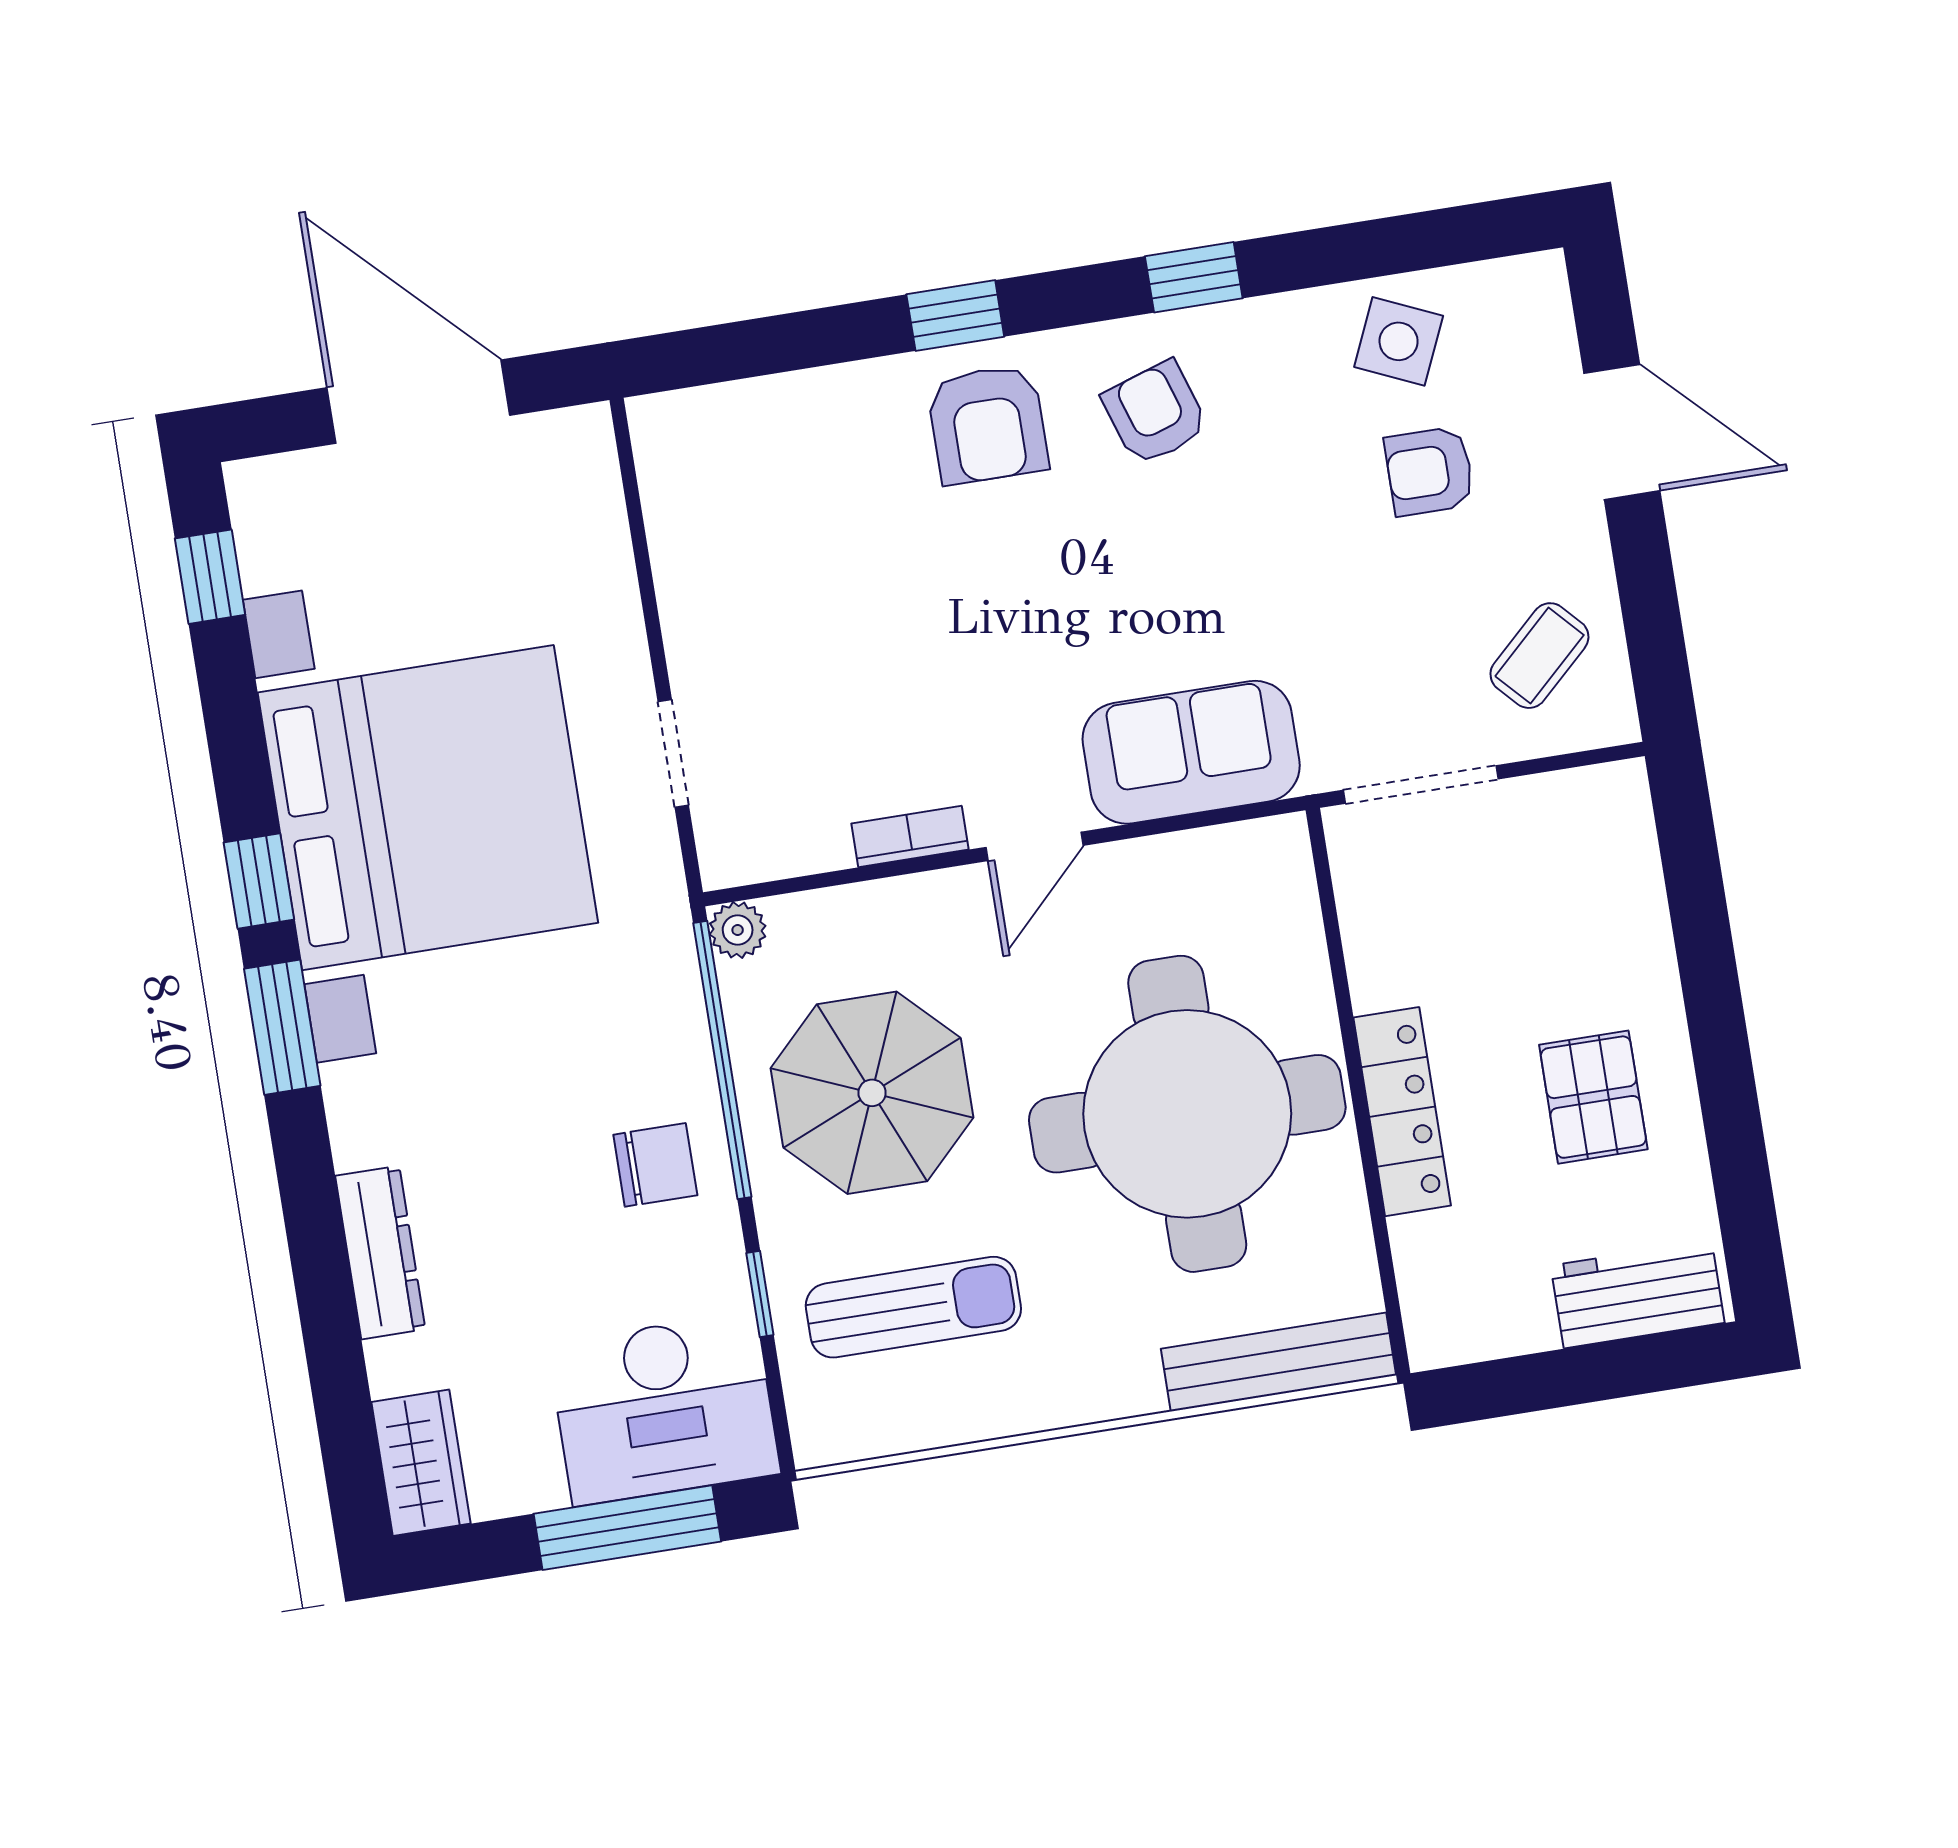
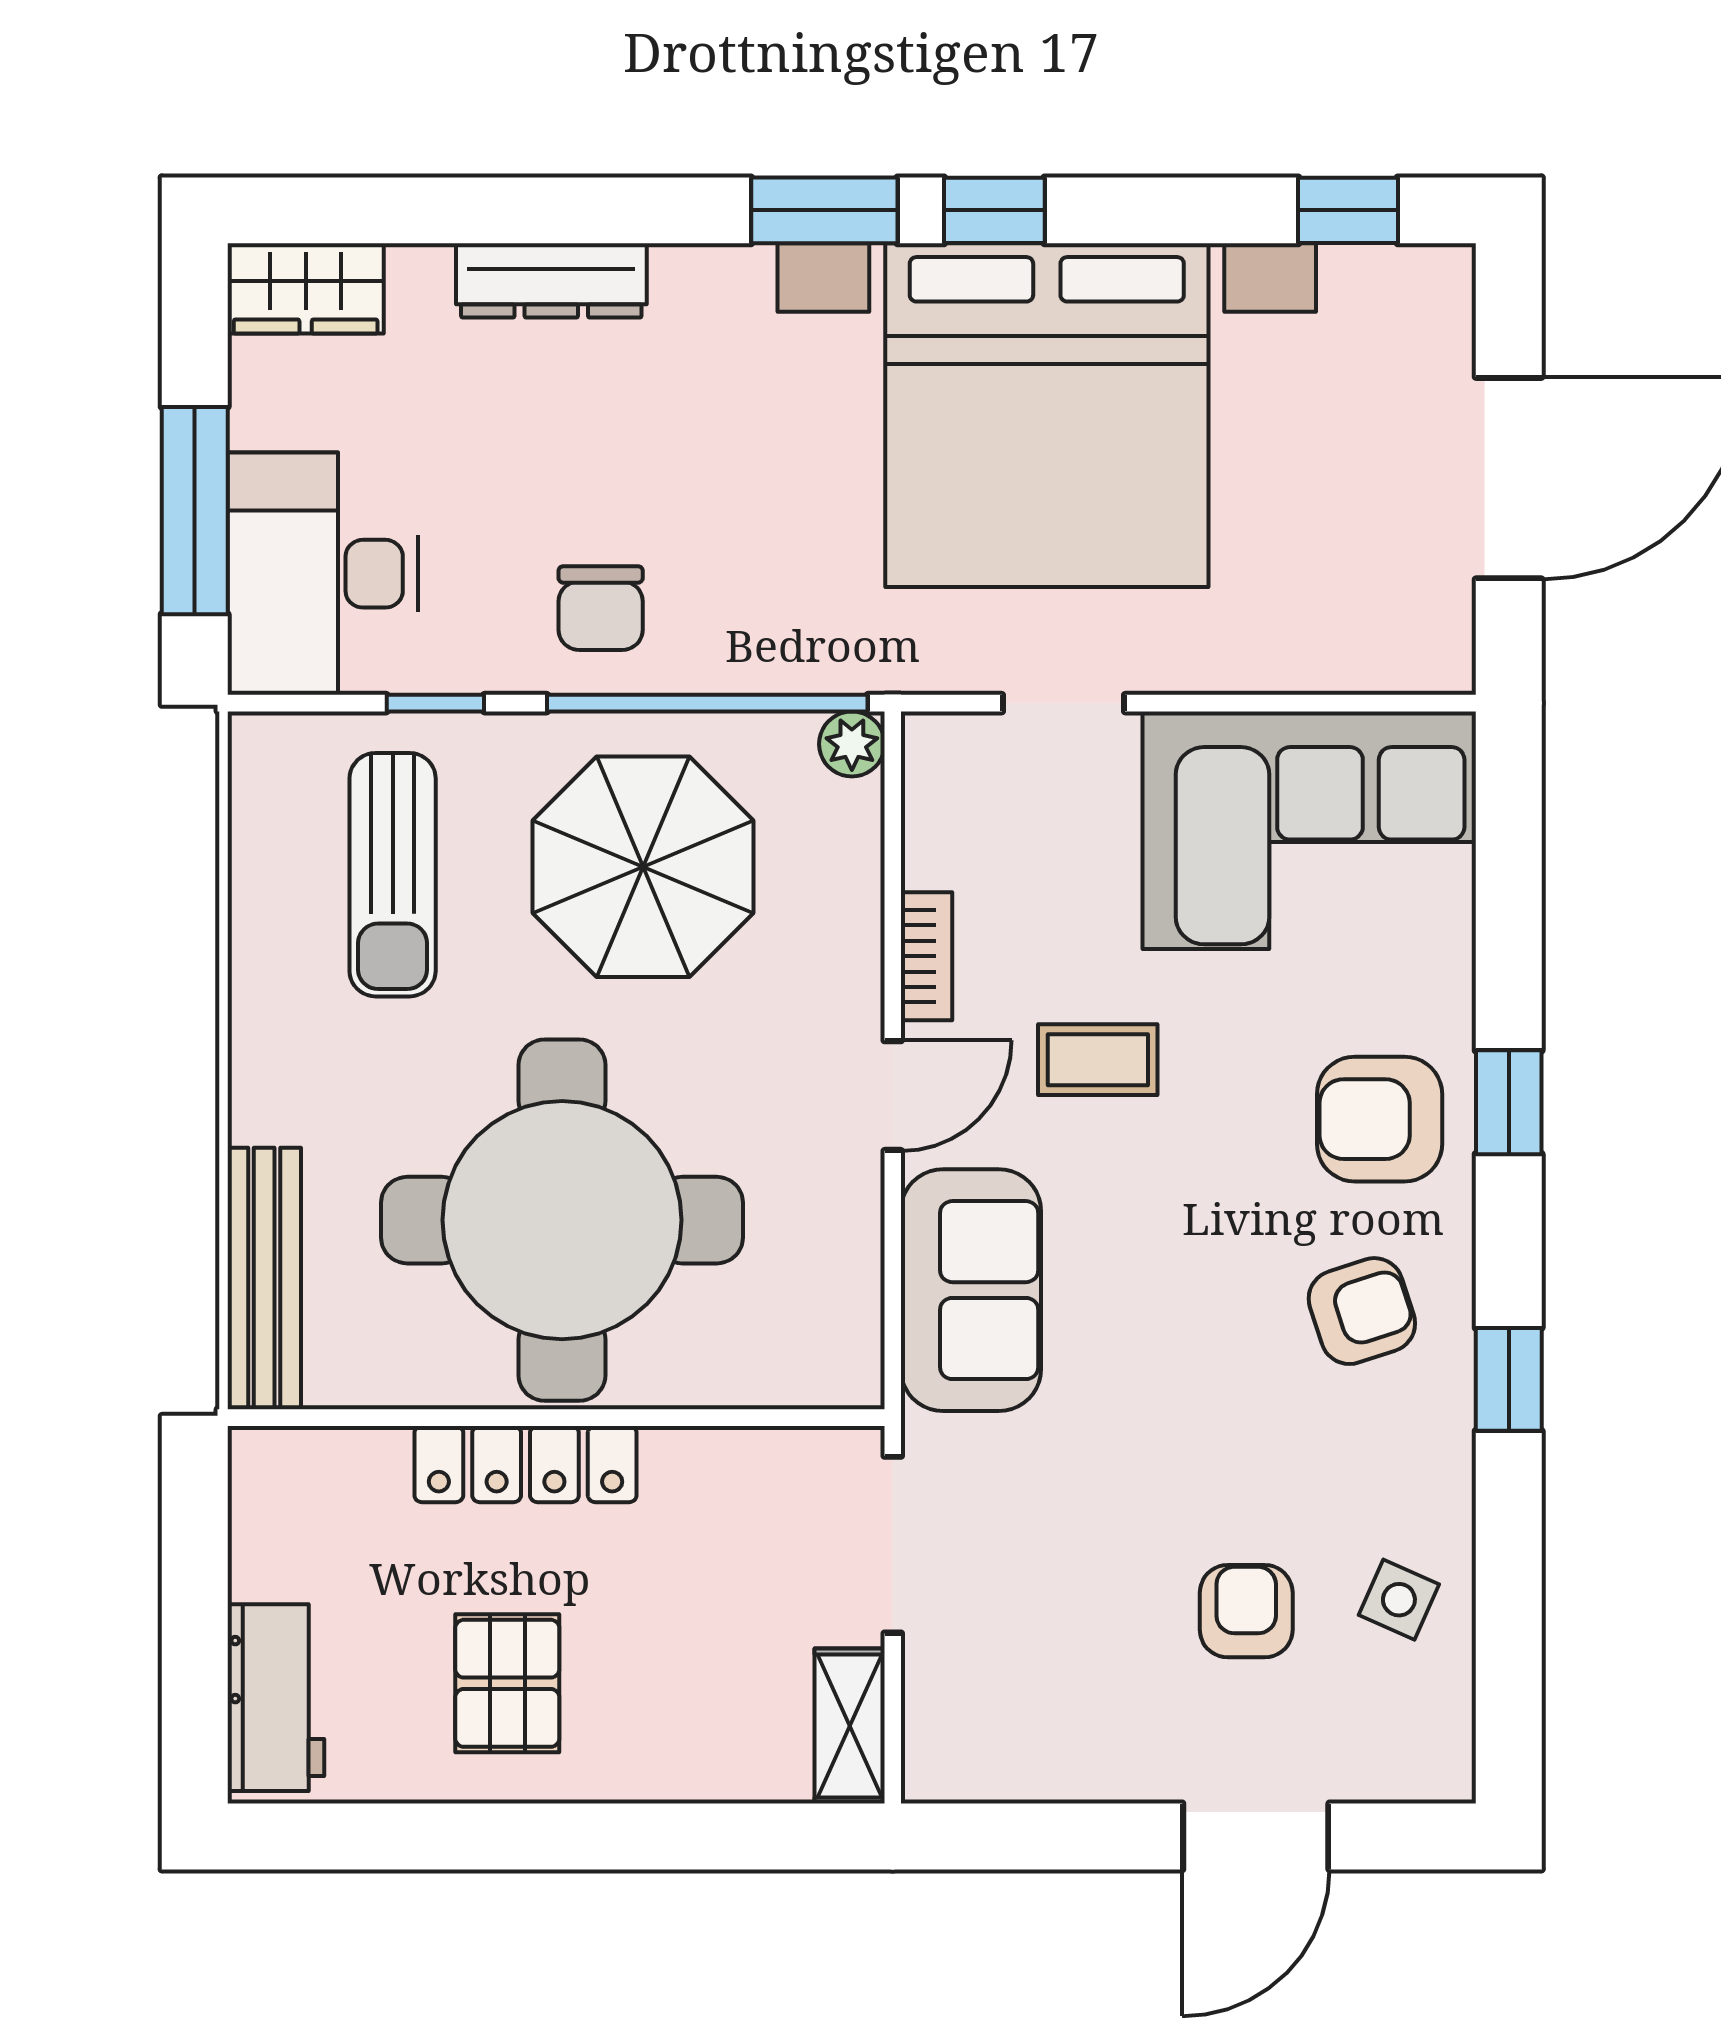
side table: (1399, 341) -> (1399, 1600), width x0.73, depth x0.73
corner sofa: (749, 525) -> (1309, 830), added
coffee table: (1539, 656) -> (1098, 1060), moved, turned -47
shelving: (1583, 797) -> (850, 1726), added
door: (1035, 846) -> (893, 1096), swing flipped
pallet: (1593, 1097) -> (507, 1683), turned 90

